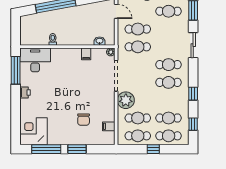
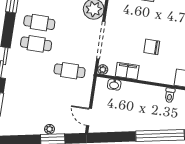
cafe table: (169, 11) -> (26, 108), removed
cafe table: (138, 29) -> (66, 92), removed
filing cabinet: (86, 54) -> (127, 71), width x2.00
chair: (73, 77) -> (152, 47), added

